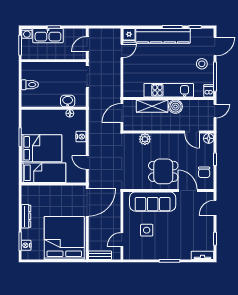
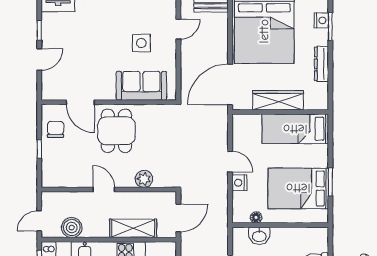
boiler: (175, 107) -> (72, 227), moved
door: (192, 132) -> (104, 190), moved
floor lamp: (209, 138) -> (49, 180), removed
bed: (42, 148) -> (298, 188), moved
door: (87, 162) -> (230, 162), moved
dining table: (163, 171) -> (116, 131), turned 90
wardrobe: (55, 192) -> (278, 100), added
sofa: (153, 202) -> (141, 86), width x0.73
door: (215, 208) -> (39, 59), moved

